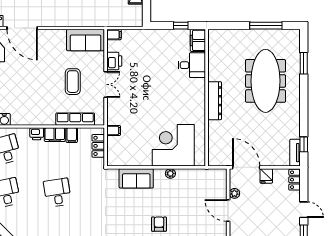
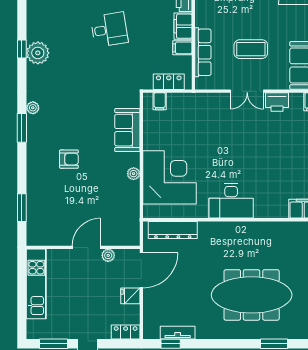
desk: (192, 65) -> (231, 201), moved, width x1.37
dresser: (215, 101) -> (173, 230), moved
filing cabinet: (114, 130) -> (160, 101), moved
tv unit: (295, 153) -> (178, 333), moved

